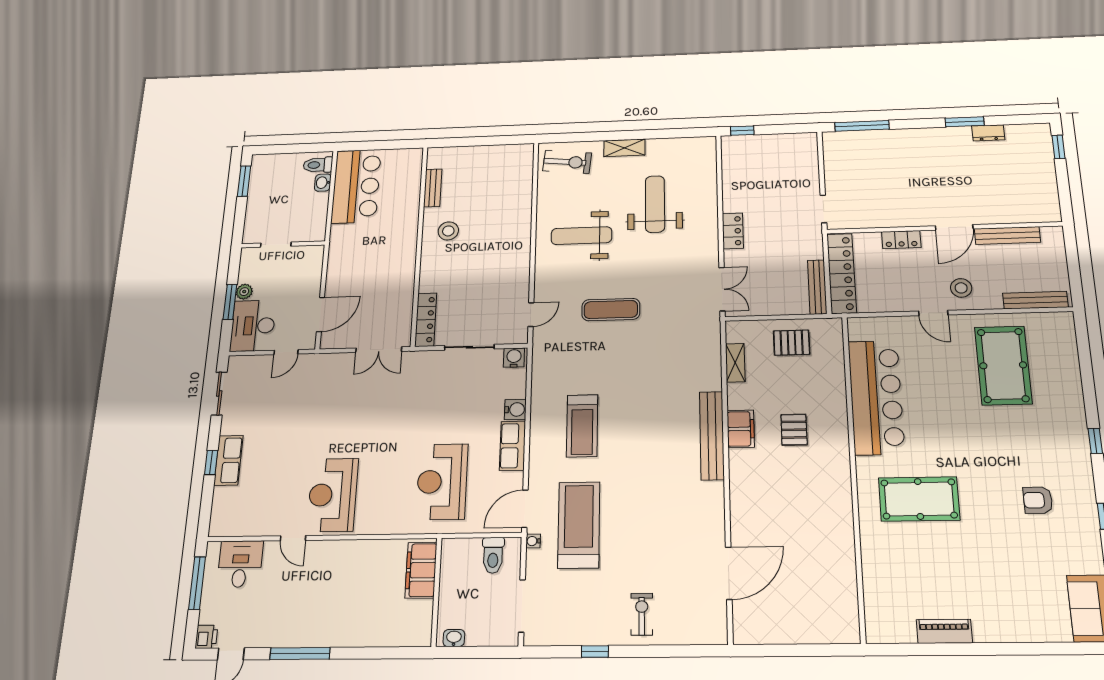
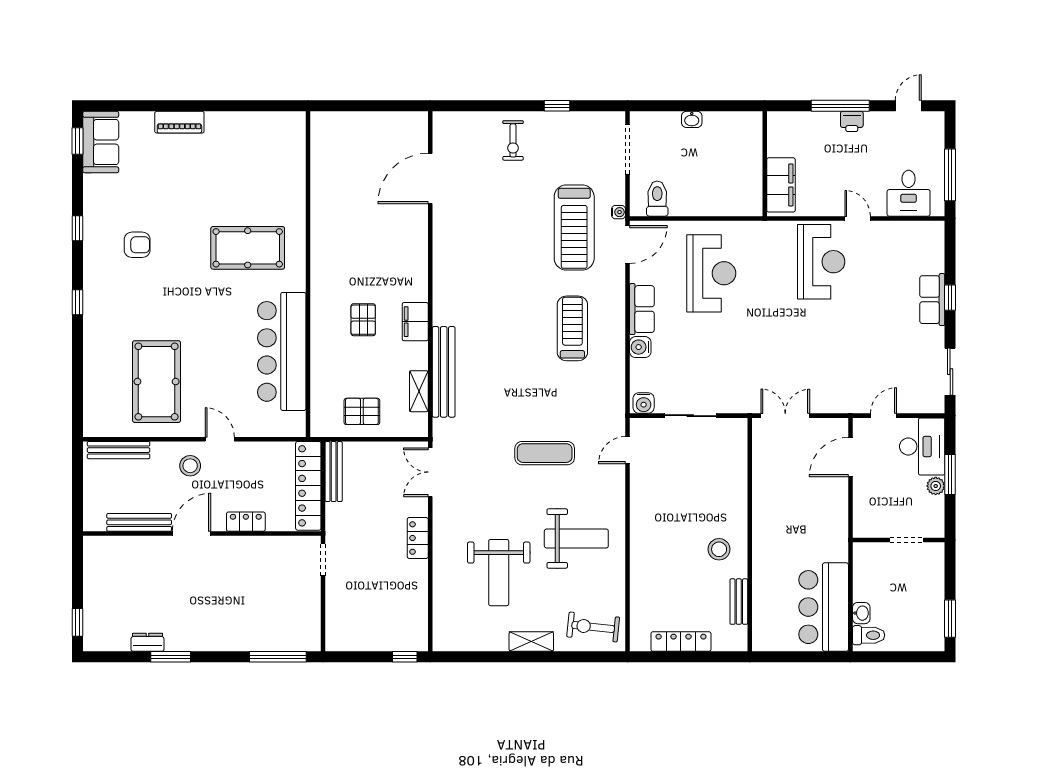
locker: (426, 320) -> (681, 642), moved, turned 90
bench: (712, 435) -> (444, 372), moved
filing cabinet: (421, 570) -> (781, 185), moved
wall: (436, 592) -> (765, 164), moved
piano: (944, 631) -> (179, 122), moved
printer: (206, 637) -> (852, 121), moved, turned -90

